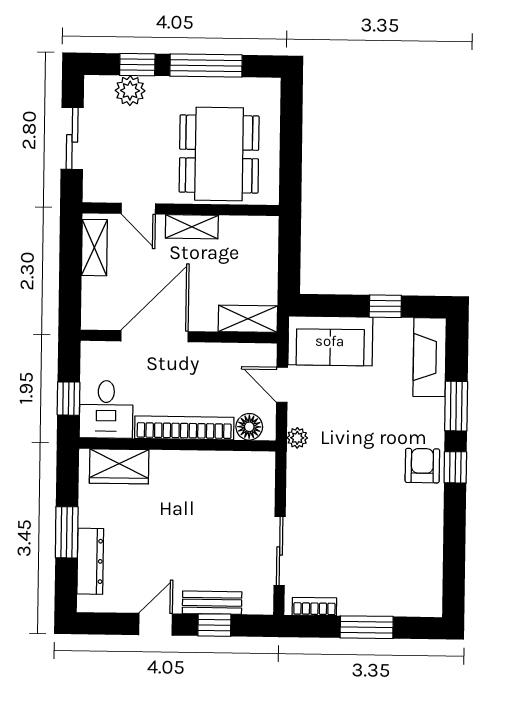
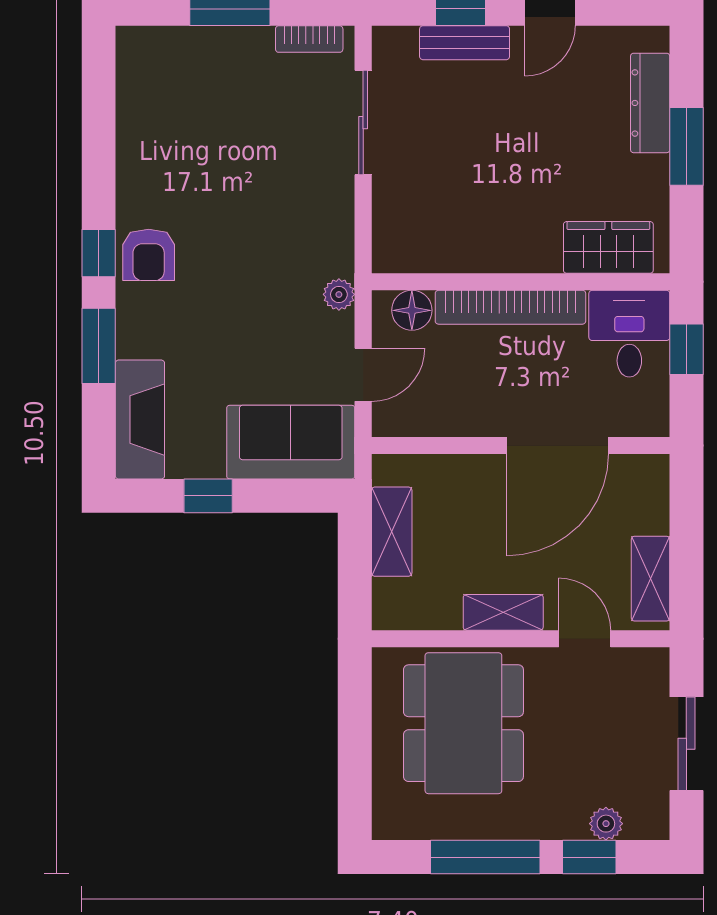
plant: (130, 91) -> (606, 824), width x0.73, depth x0.73
shelving: (248, 319) -> (392, 532), moved, turned 90
door: (282, 385) -> (363, 375), hinge flipped

